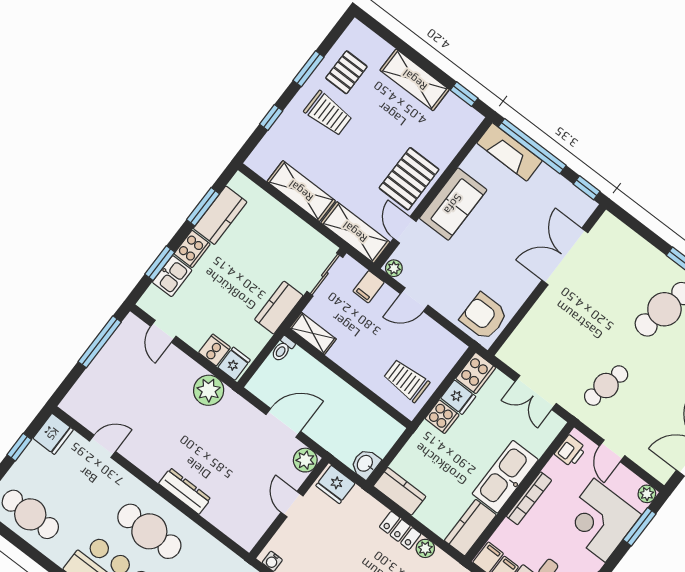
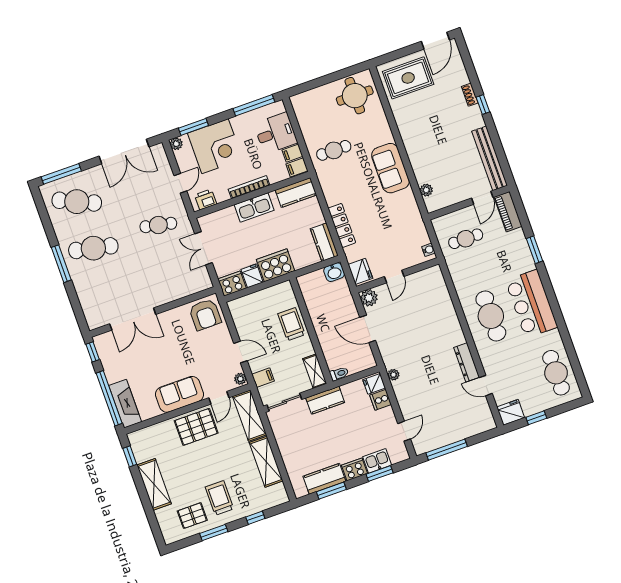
trolley: (406, 381) -> (291, 324), moved, turned 180
plant: (209, 390) -> (393, 375), width x0.53, depth x0.53
double door: (536, 393) -> (203, 248), swing flipped
cooker: (442, 417) -> (276, 265), width x1.87, depth x1.31
kitchen sink: (505, 477) -> (254, 207), width x0.73, depth x0.81
dresser: (185, 491) -> (467, 362), moved
locker: (400, 530) -> (342, 225), width x1.53
plant: (425, 548) -> (331, 198), removed

